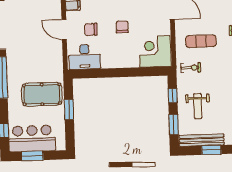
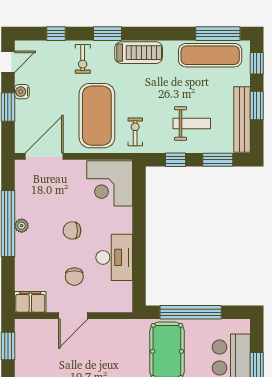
exercise mat: (201, 41) -> (97, 116), width x2.00, depth x1.45
desk: (85, 57) -> (114, 257), moved
window: (69, 109) -> (191, 312), width x2.11

